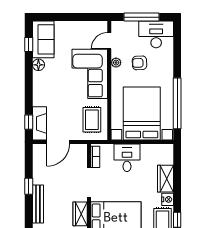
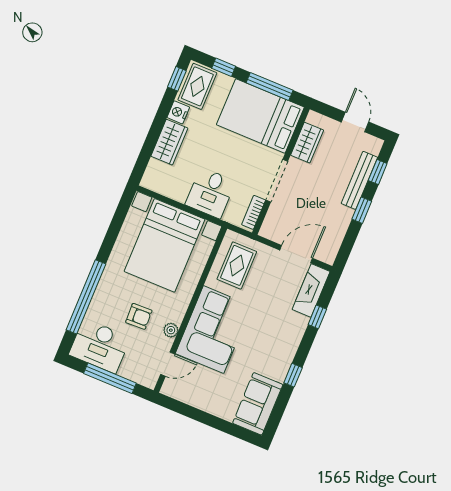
window: (29, 44) -> (293, 375), moved
floor lamp: (38, 65) -> (279, 372), removed
window: (177, 103) -> (86, 297), moved
window: (29, 122) -> (317, 317), moved
window: (29, 214) -> (378, 172), added

